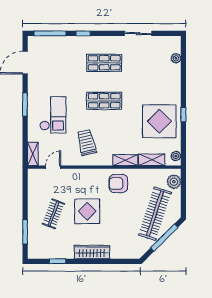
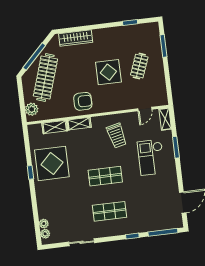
window: (25, 105) -> (176, 147), moved
plant: (176, 156) -> (45, 234), moved
wardrobe: (92, 252) -> (76, 38), moved

